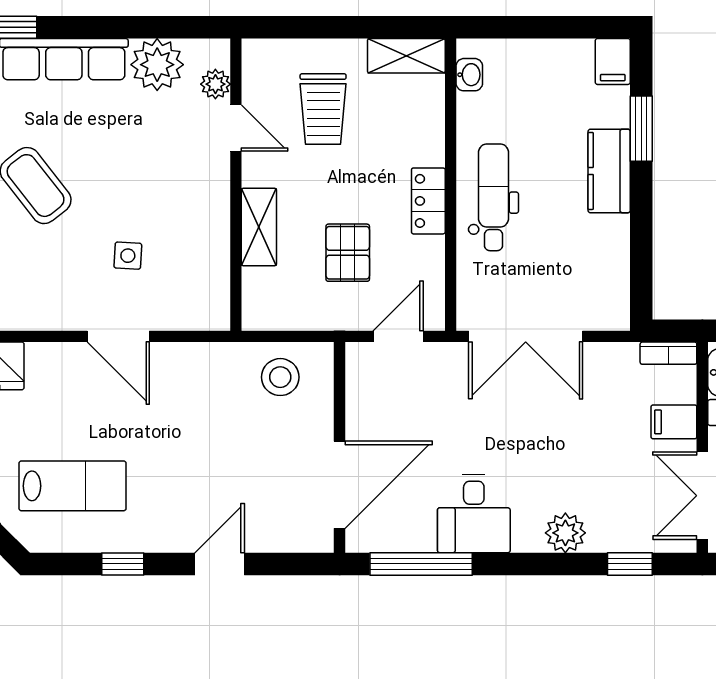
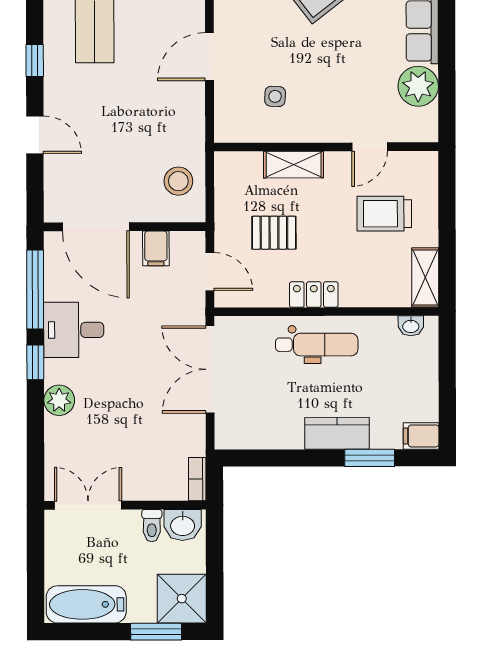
plant: (215, 84) -> (403, 131), removed
side table: (128, 256) -> (275, 96), moved
filing cabinet: (674, 422) -> (156, 248), moved, turned 180
window: (630, 564) -> (35, 362), moved

